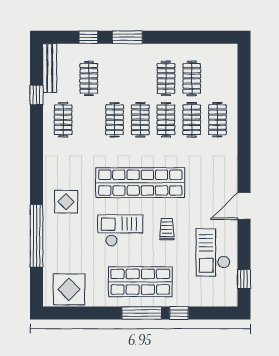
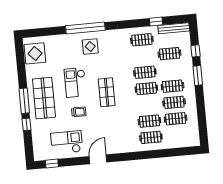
clothes rail: (166, 120) -> (173, 86), moved
shop shelf: (140, 183) -> (107, 92), width x0.50, depth x0.74
door: (244, 206) -> (98, 159), hinge flipped
checkout: (120, 230) -> (75, 82), turned 180
window: (36, 236) -> (85, 28), moved

